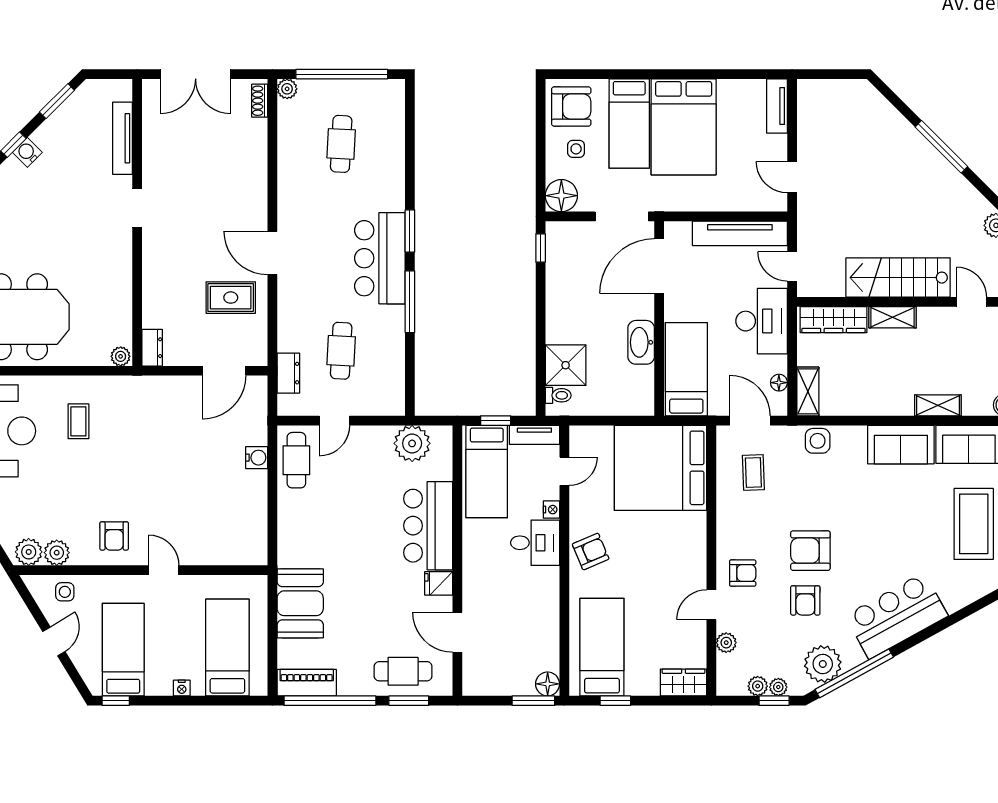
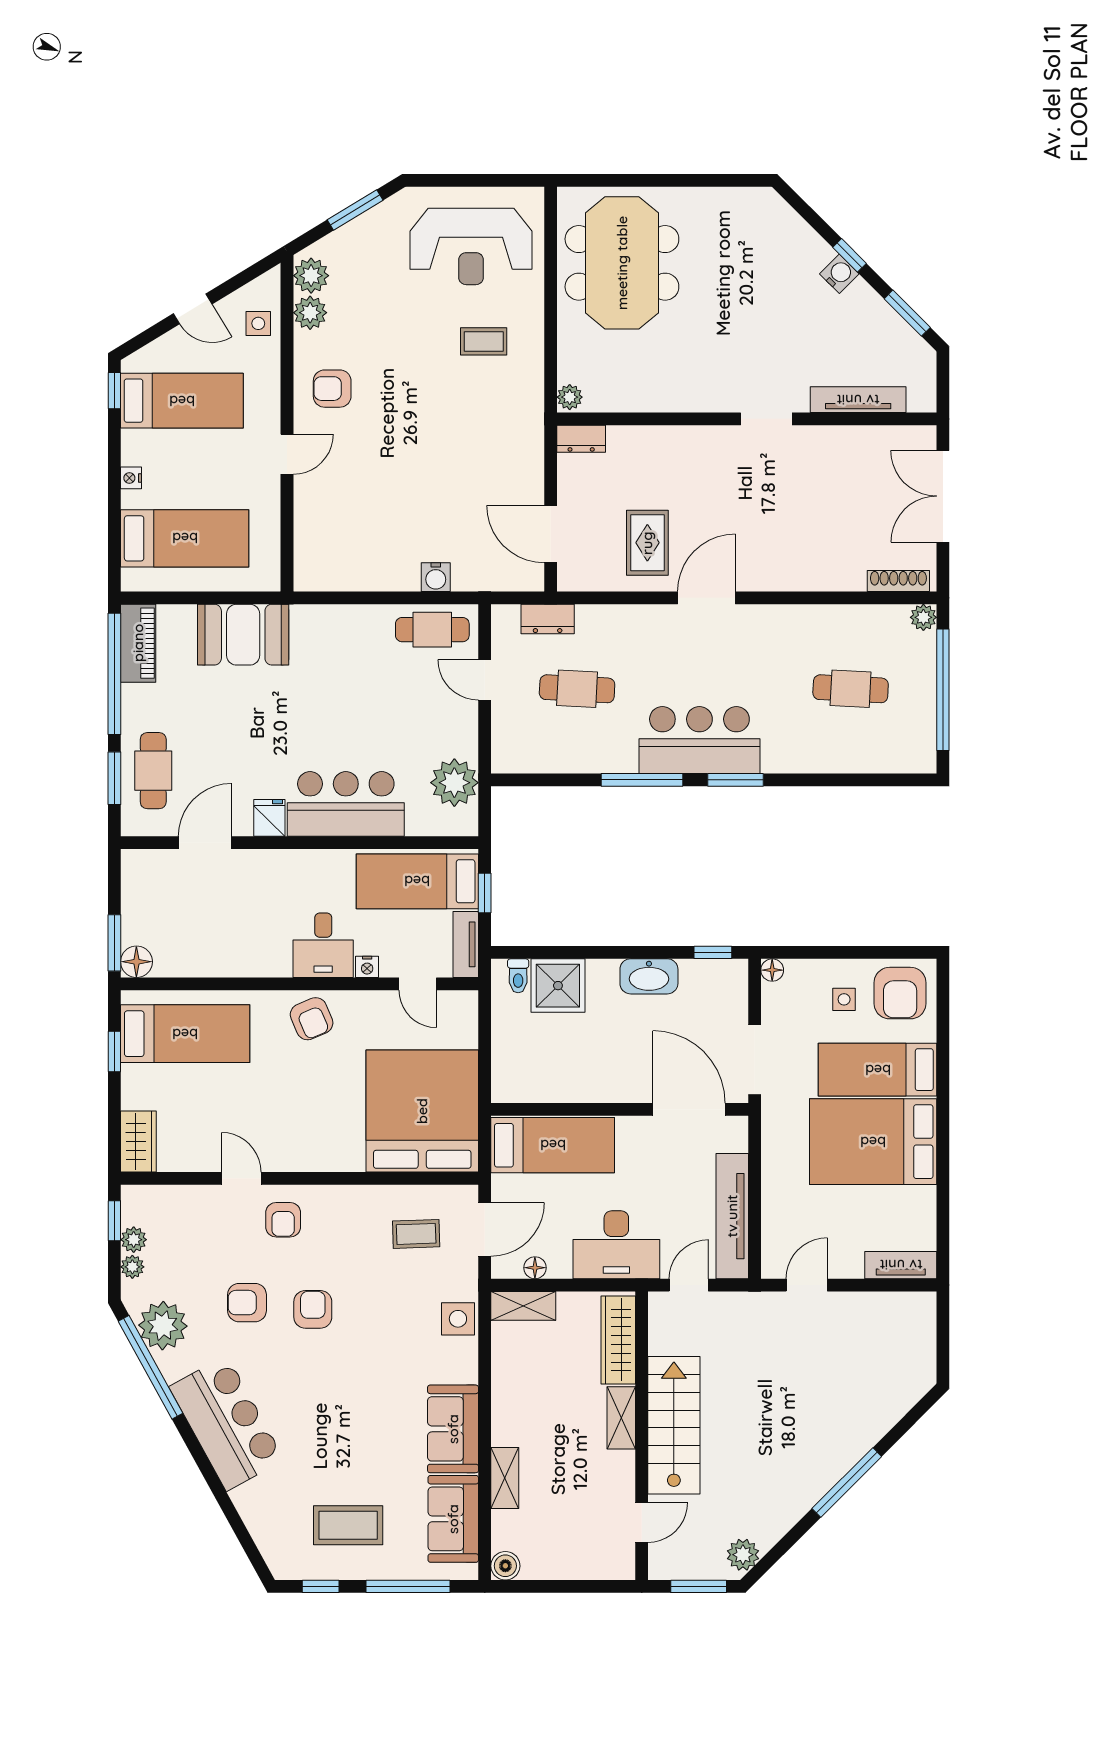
shoe rack: (260, 101) -> (898, 581), width x1.43
floor lamp: (561, 196) -> (772, 970), width x0.53, depth x0.53
washbasin: (641, 342) -> (649, 976), moved, turned 180
coffee table: (974, 524) -> (348, 1525), width x0.73, depth x0.76
armchair: (810, 551) -> (313, 1309), width x0.72, depth x0.72
plant: (726, 643) -> (191, 1198), removed
window: (774, 701) -> (114, 1221), moved

